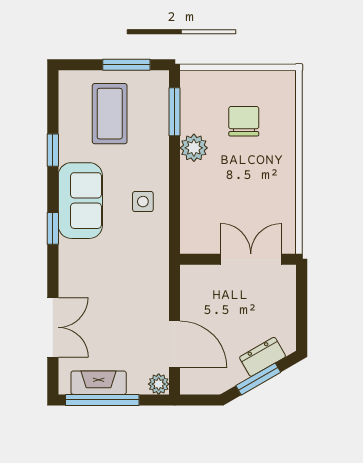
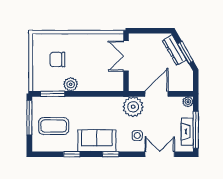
window: (126, 65) -> (29, 118), width x1.44
side table: (143, 202) -> (137, 135), moved
plant: (149, 274) -> (133, 107), added
door: (175, 344) -> (156, 94), moved
dresser: (263, 357) -> (174, 50), width x1.44

